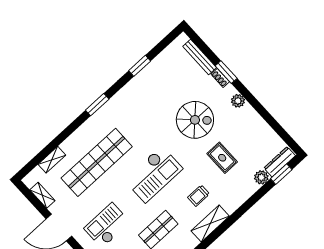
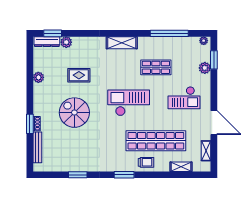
plant: (238, 101) -> (38, 77), moved
rug: (222, 158) -> (79, 75), turned 90
trolley: (199, 196) -> (146, 162), moved

